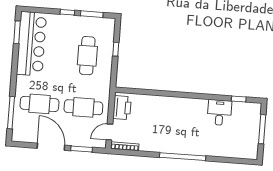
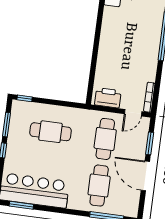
window: (116, 49) -> (25, 98), moved
door: (109, 132) -> (133, 113), hinge flipped
door: (51, 147) -> (145, 176), hinge flipped

